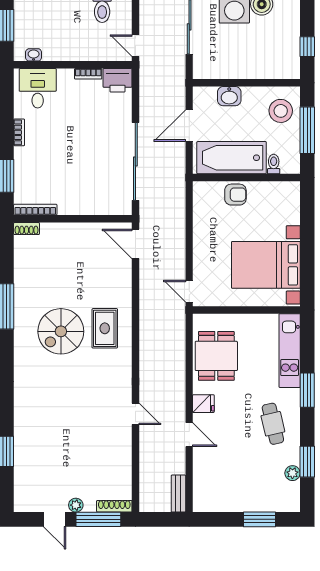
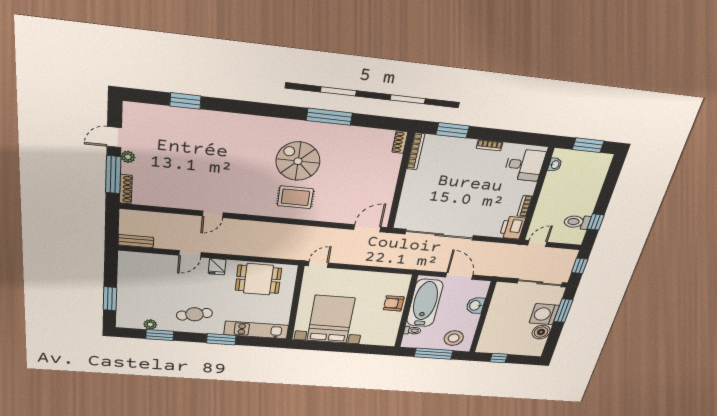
armchair: (235, 195) -> (394, 303), turned 90

